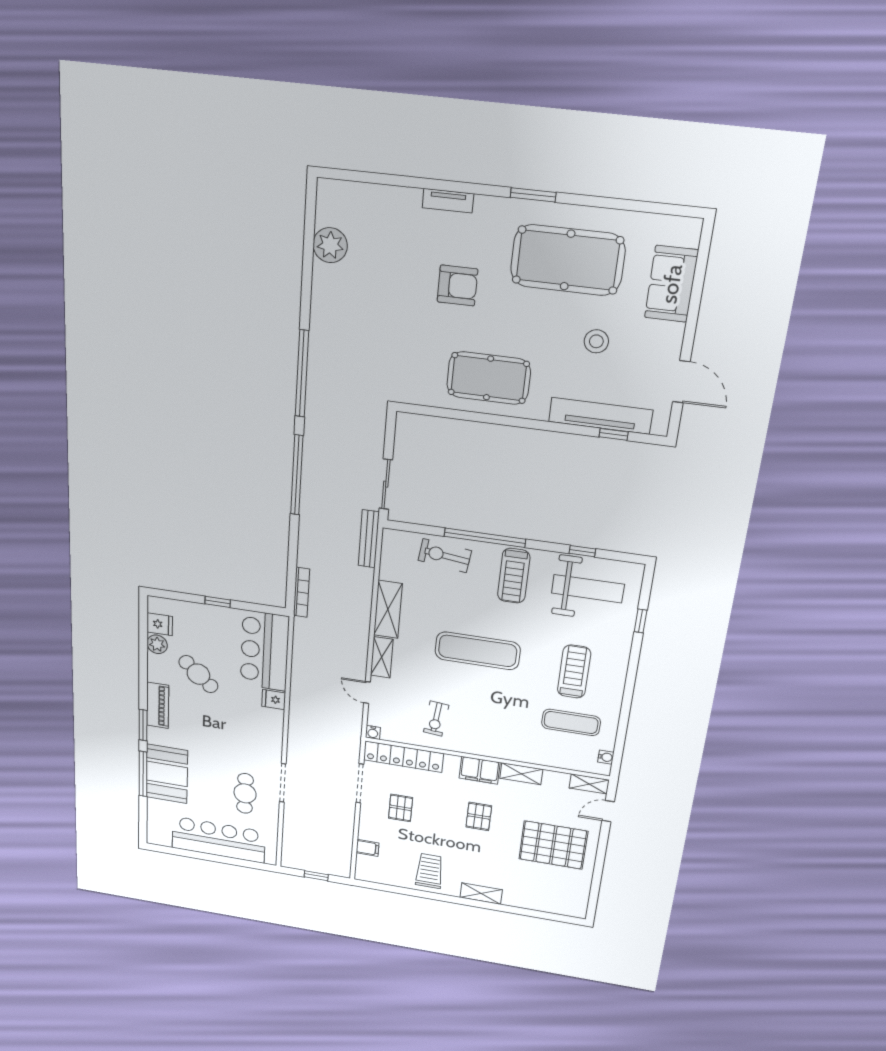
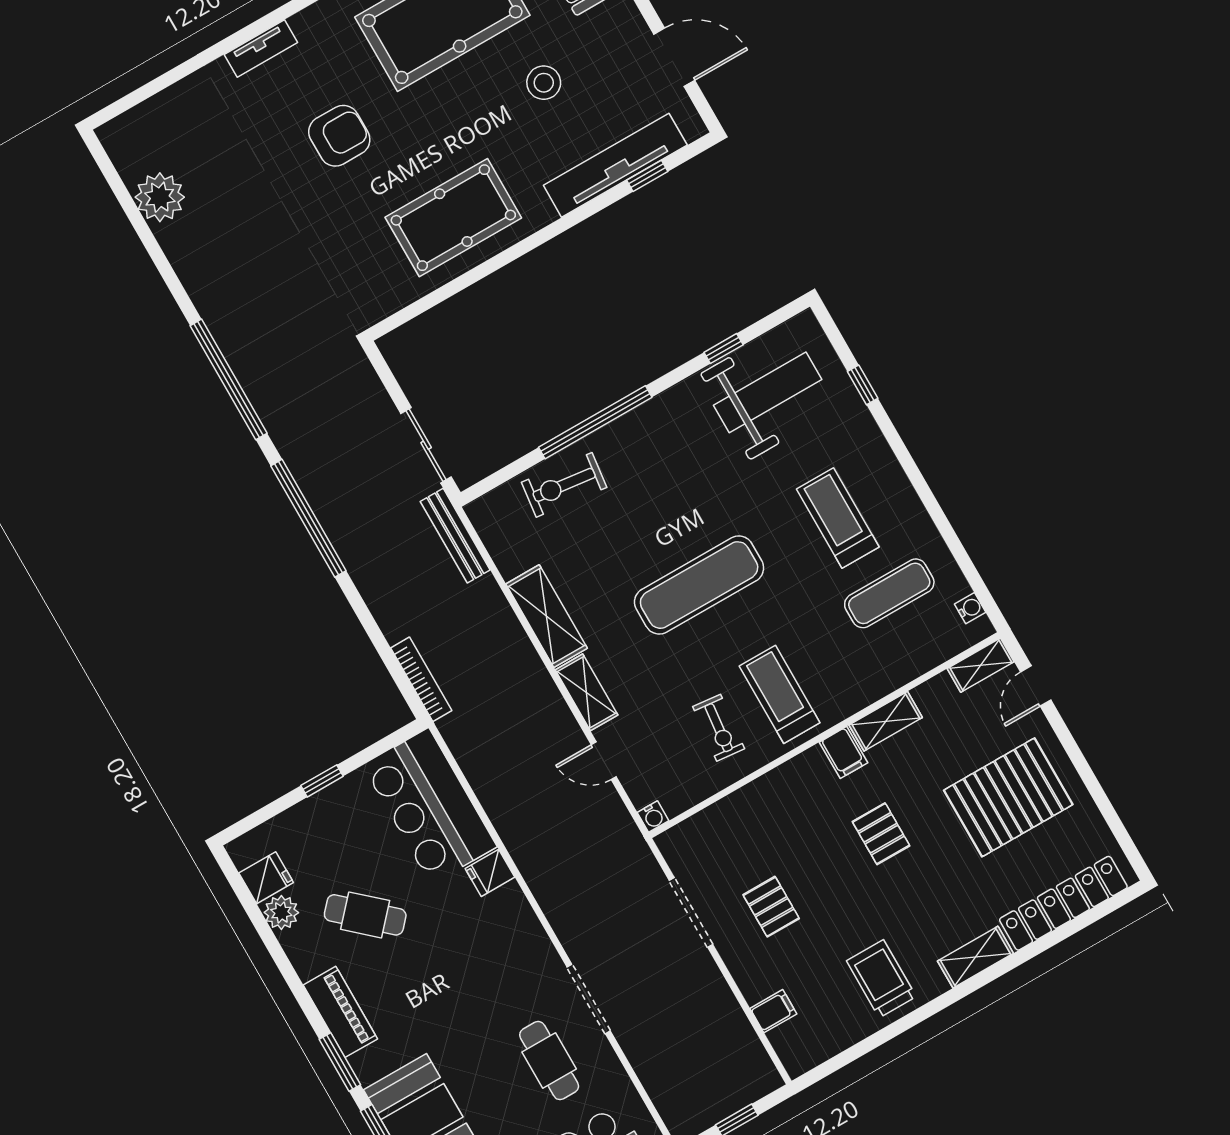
treadmill: (514, 576) -> (780, 694), moved, turned 180
locker: (403, 757) -> (1063, 903), moved, turned 180
filing cabinet: (480, 770) -> (843, 752), width x0.50

